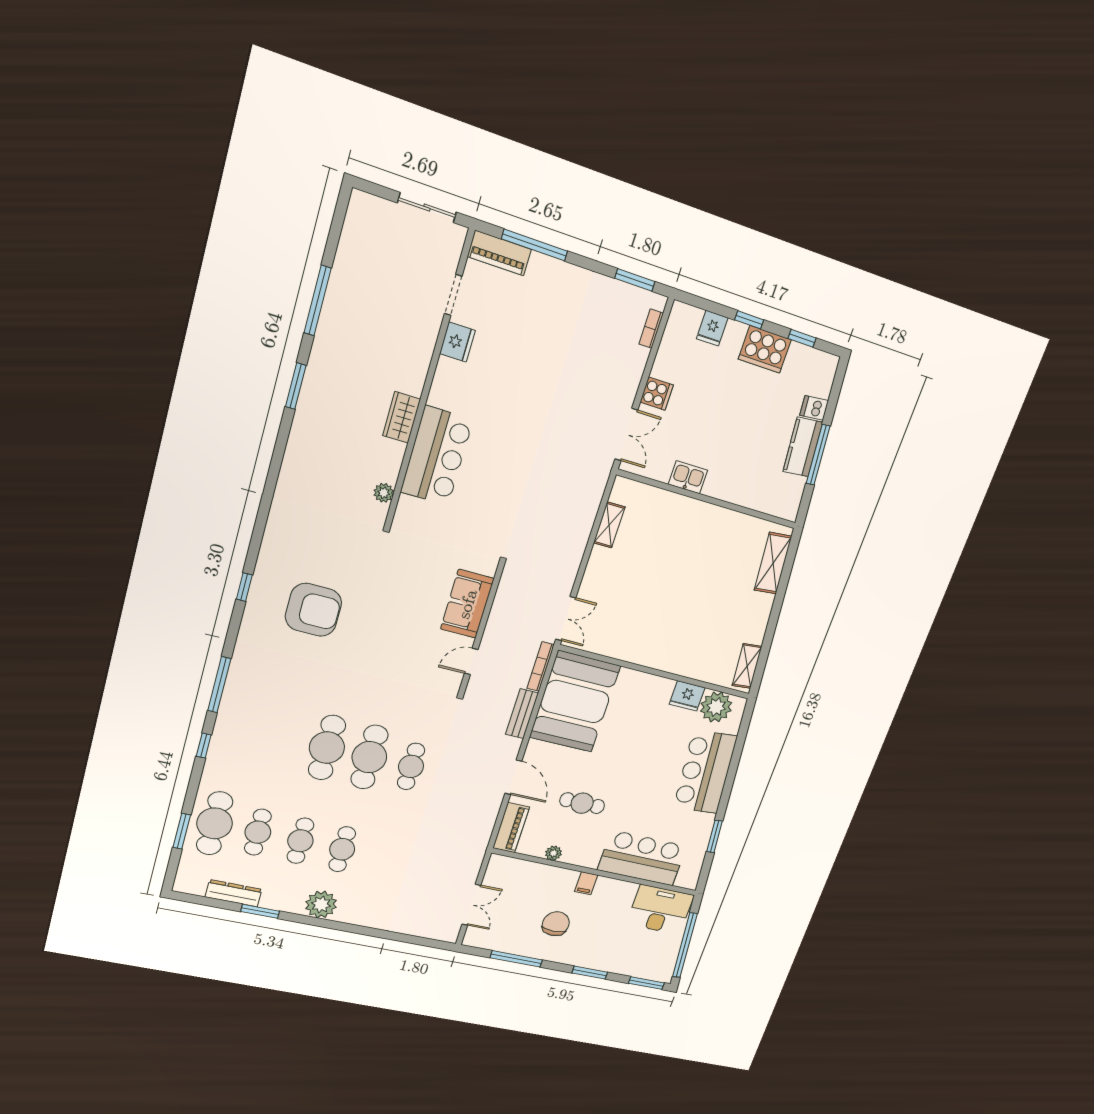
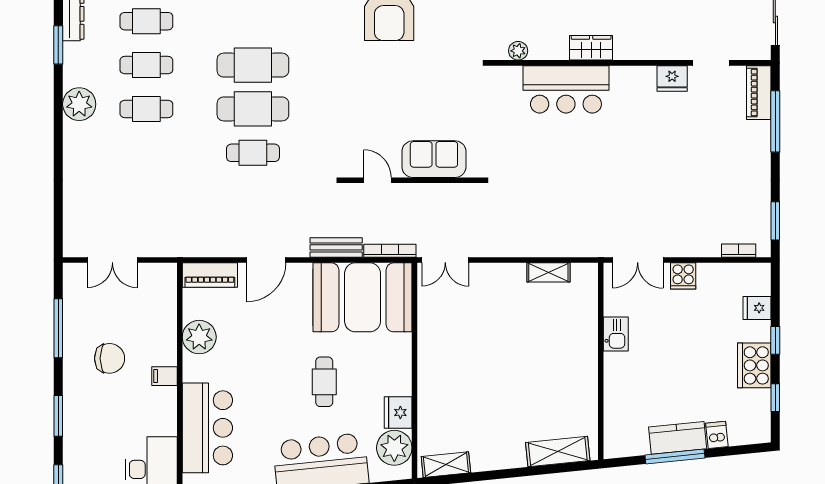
cafe table: (582, 803) -> (324, 382), moved
plant: (553, 853) -> (199, 337), width x1.88, depth x1.88

